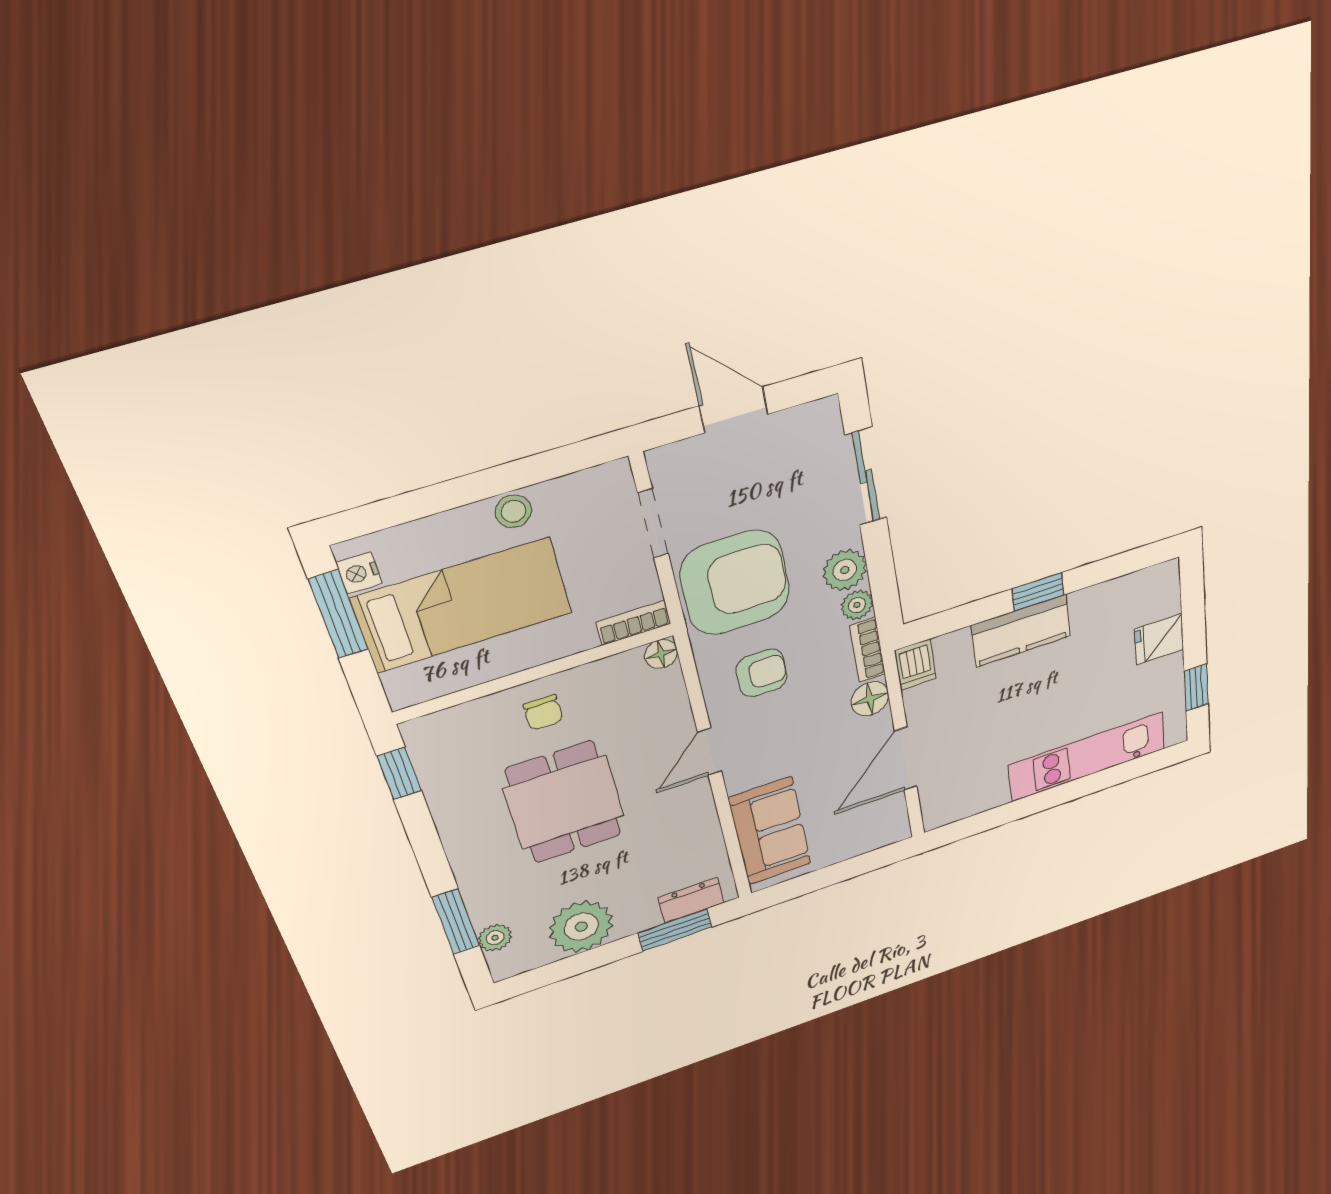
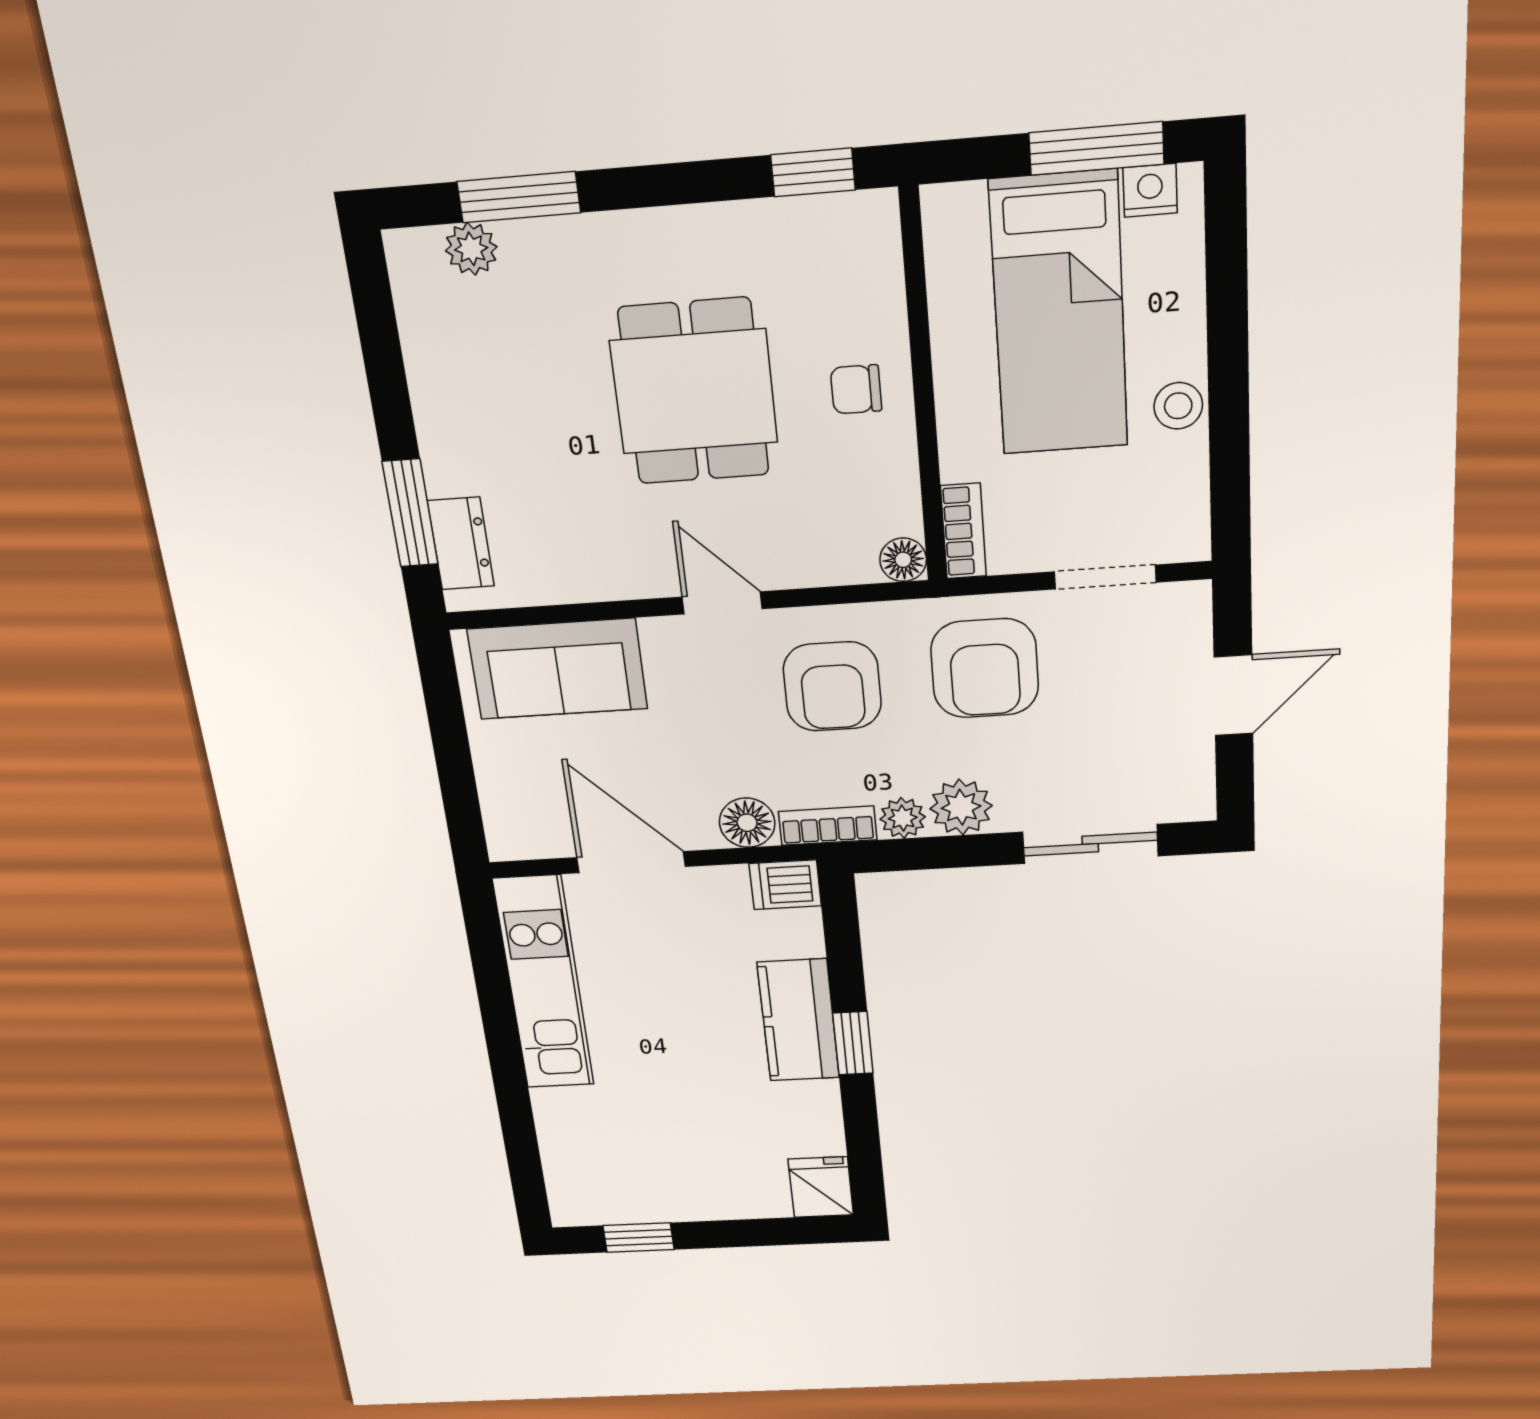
armchair: (735, 583) -> (985, 668), width x0.73, depth x0.73
fridge: (1159, 639) -> (821, 1187), moved
armchair: (762, 673) -> (832, 686), width x1.38, depth x1.38
kitchen unit: (1087, 757) -> (544, 983), moved
dining table: (564, 802) -> (694, 392), turned 90
plant: (581, 927) -> (456, 378), removed

